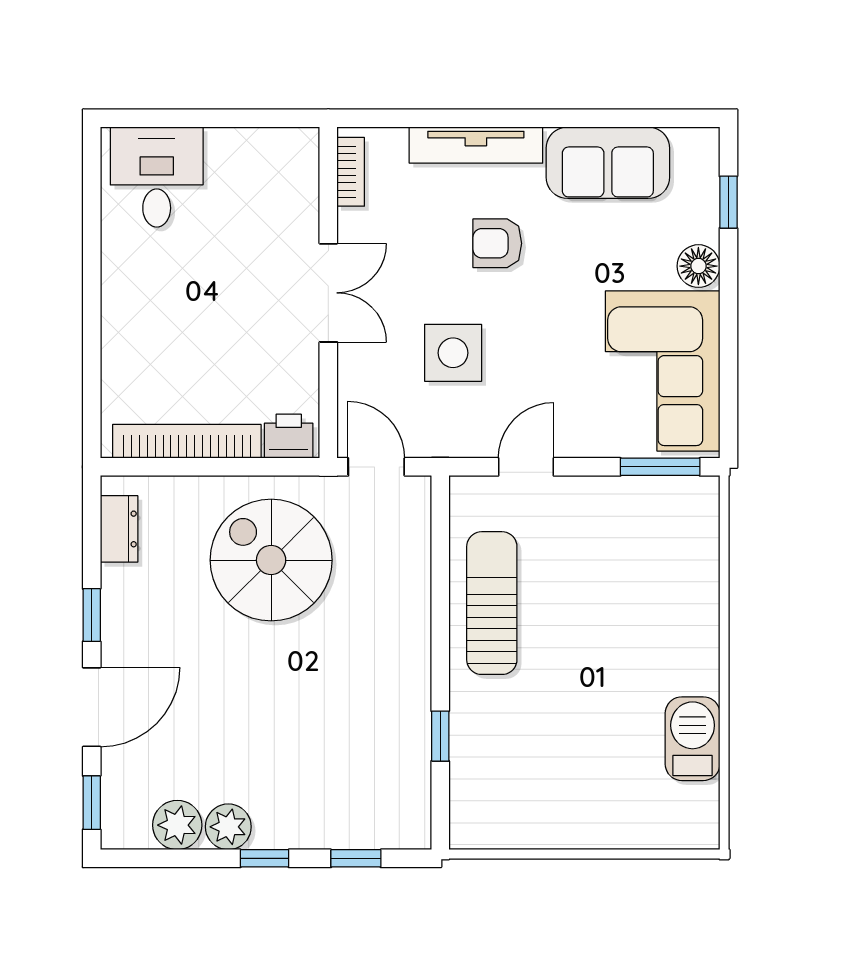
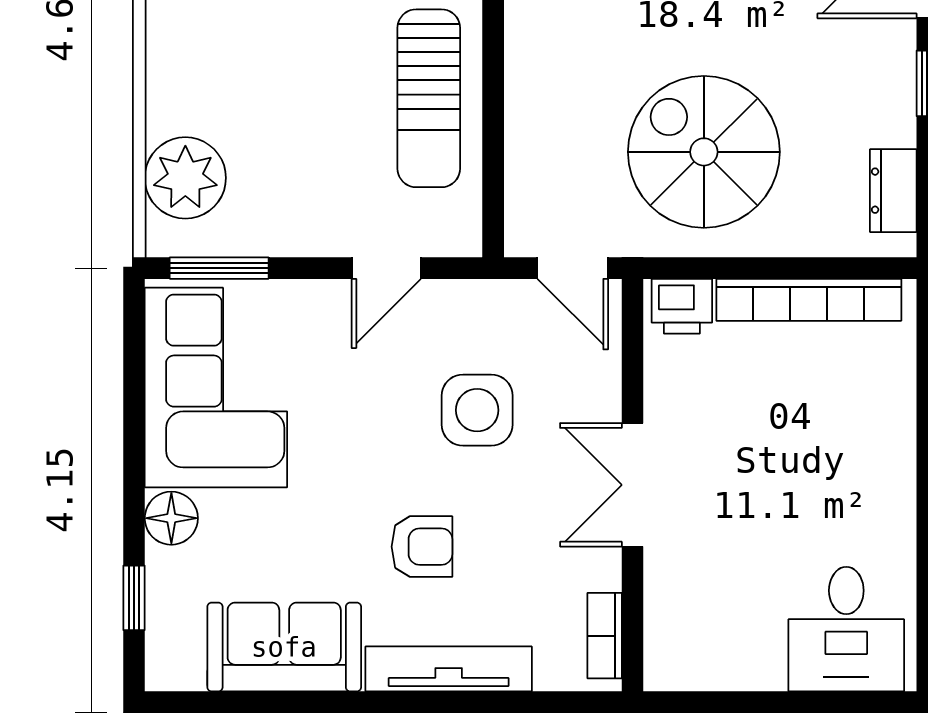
plant: (687, 539) -> (185, 178), added
spiral stairs: (271, 560) -> (704, 152), turned 180

